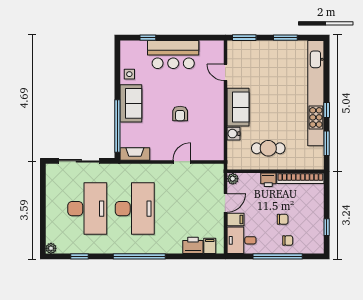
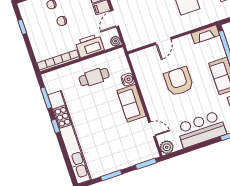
plant: (216, 48) -> (167, 147), added
armchair: (180, 114) -> (179, 81), width x1.88, depth x1.88
printer: (268, 180) -> (90, 46), width x1.87, depth x1.48

